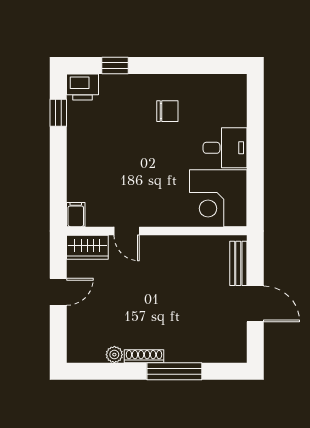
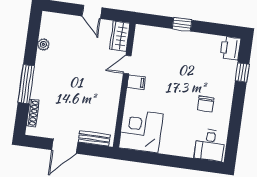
window: (58, 113) -> (182, 24), moved
desk: (225, 148) -> (210, 145), moved
filing cabinet: (76, 215) -> (136, 82), moved
shoe rack: (144, 356) -> (33, 113), moved

